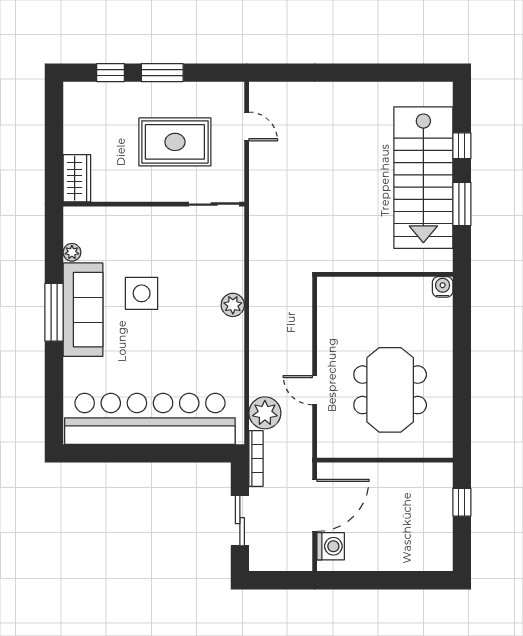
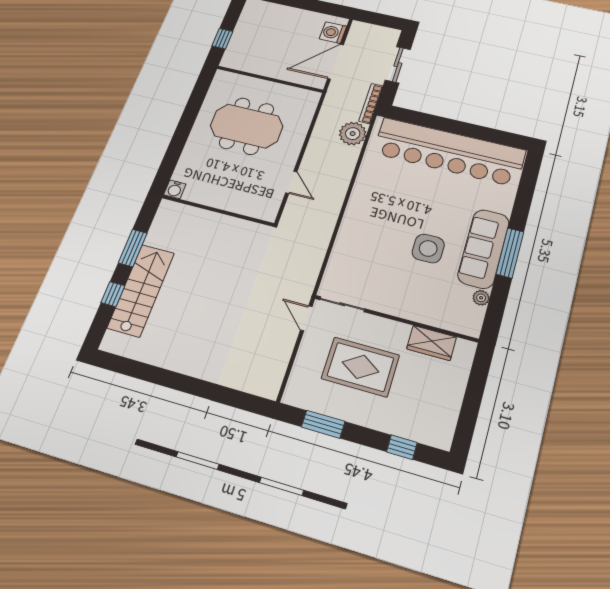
window: (162, 73) -> (323, 424), moved
door: (247, 126) -> (306, 318), moved
wardrobe: (77, 178) -> (431, 343), moved, turned -90
stairs: (423, 178) -> (141, 290), width x0.73, depth x0.66
plant: (233, 305) -> (352, 220), removed
door: (315, 390) -> (291, 182), moved
meeting table: (390, 390) -> (247, 126), turned 90

